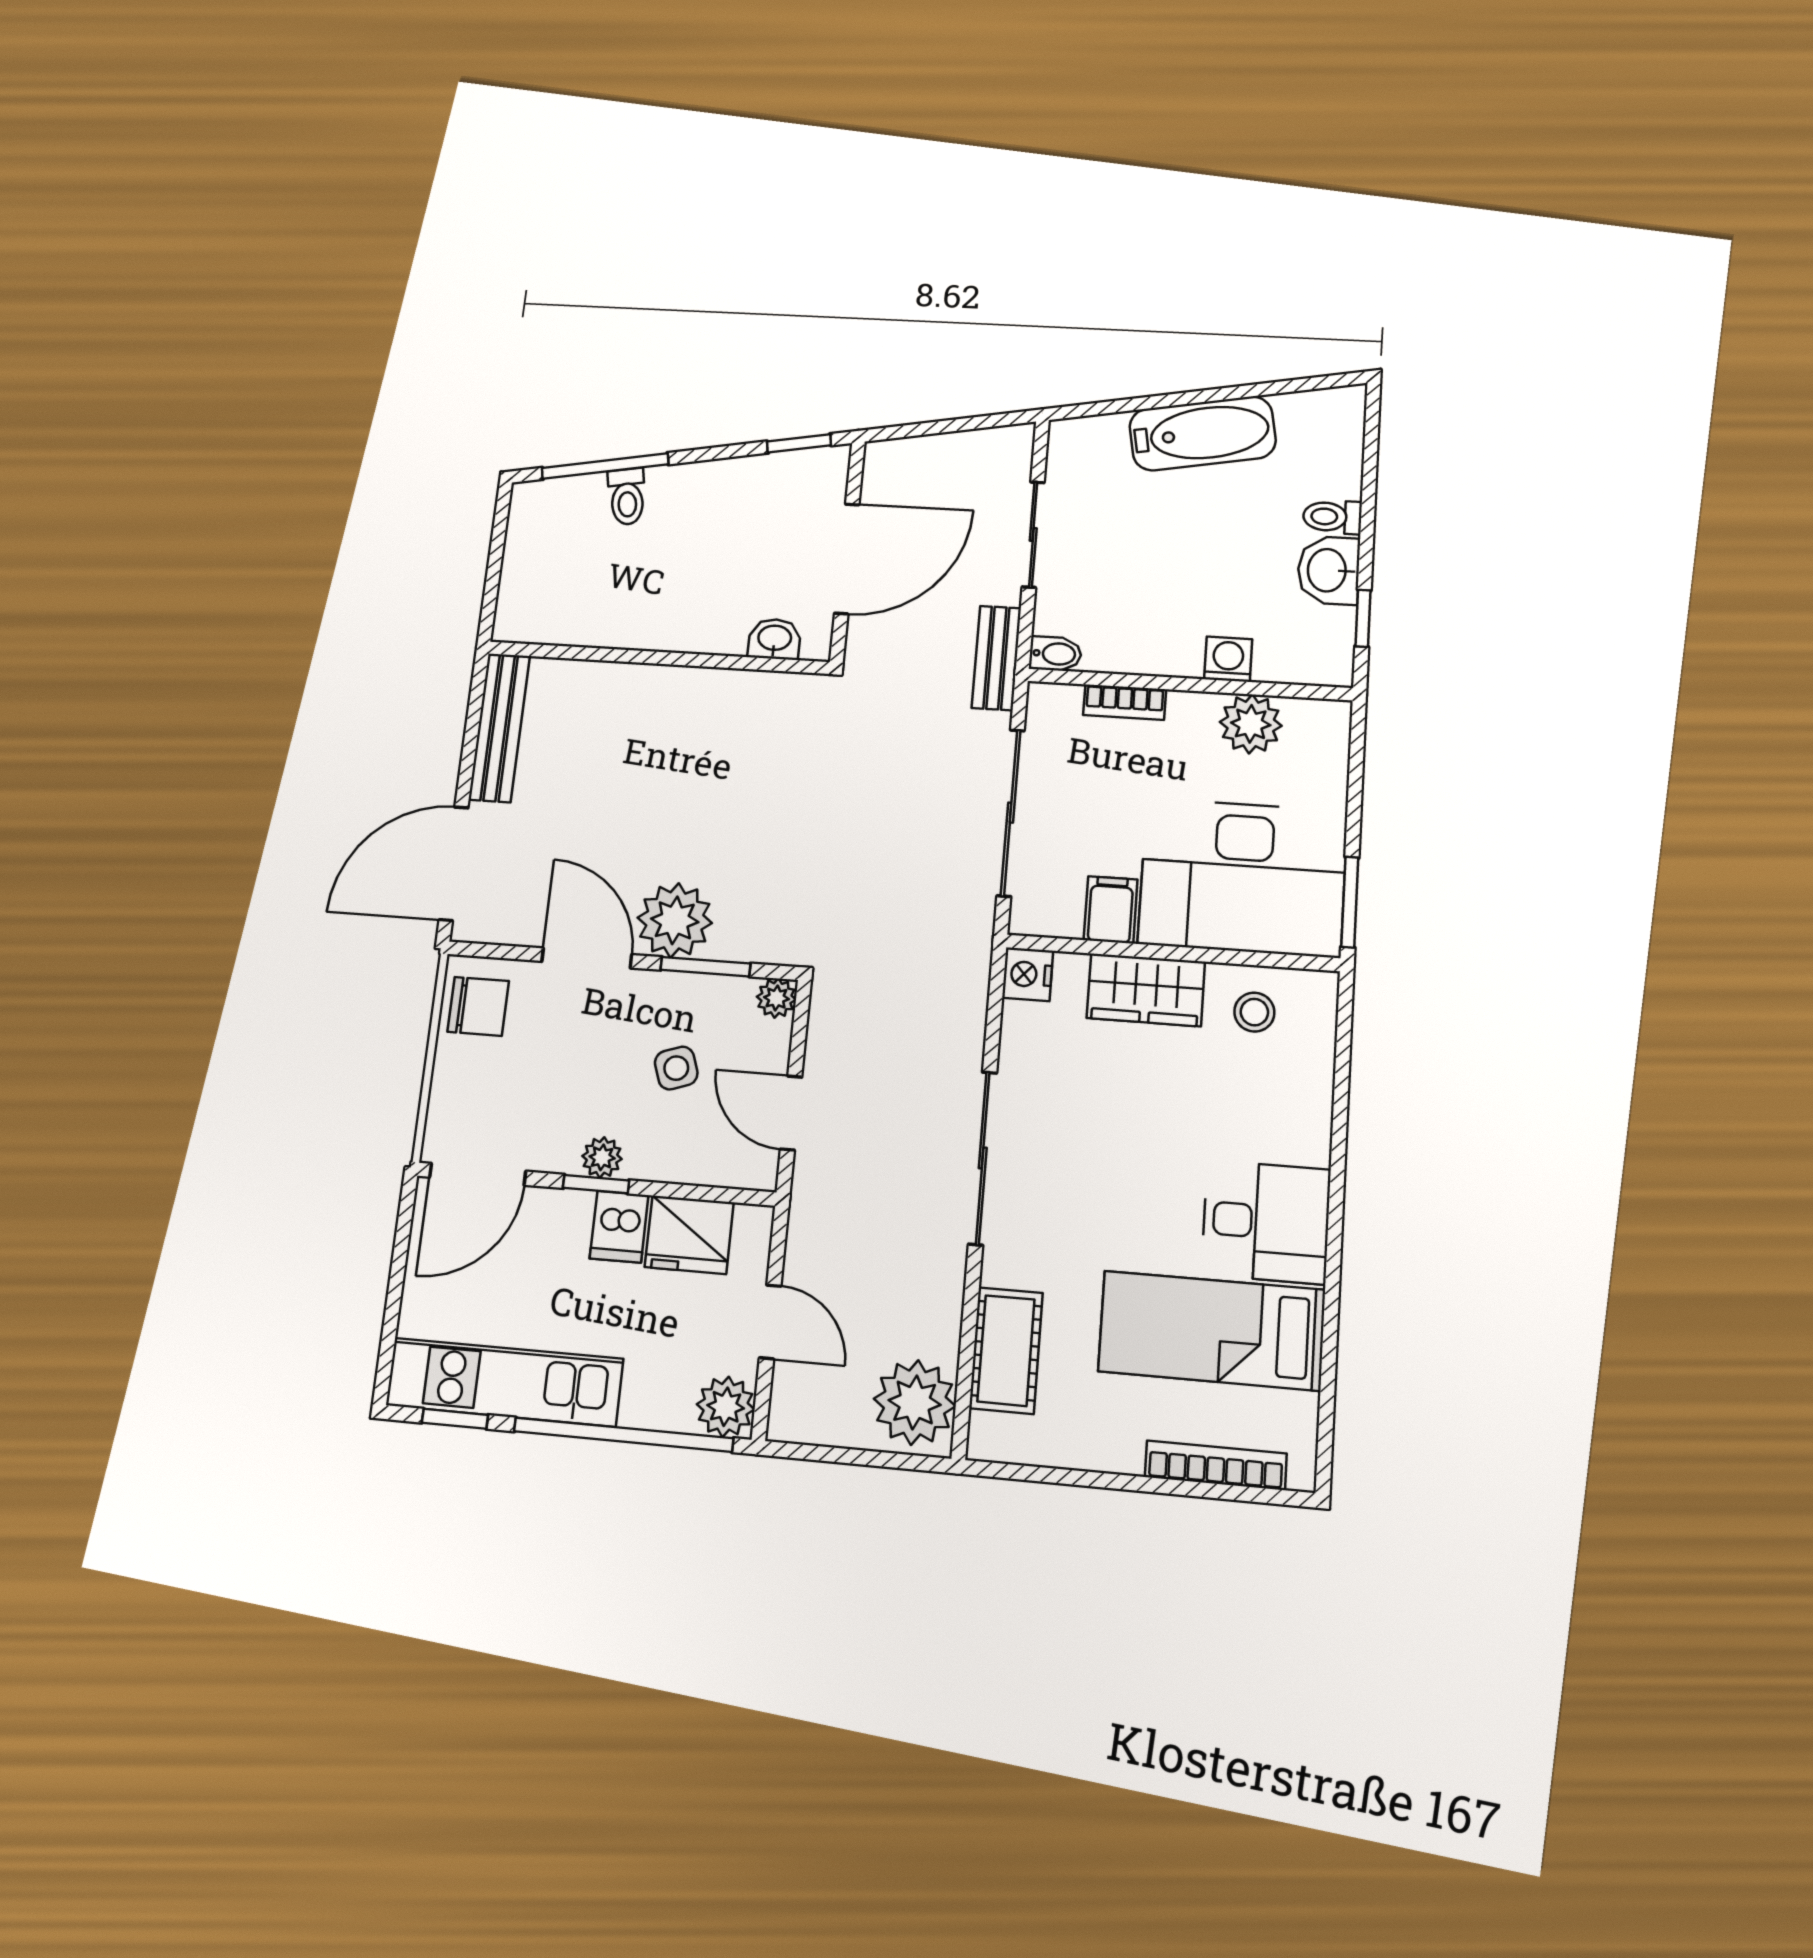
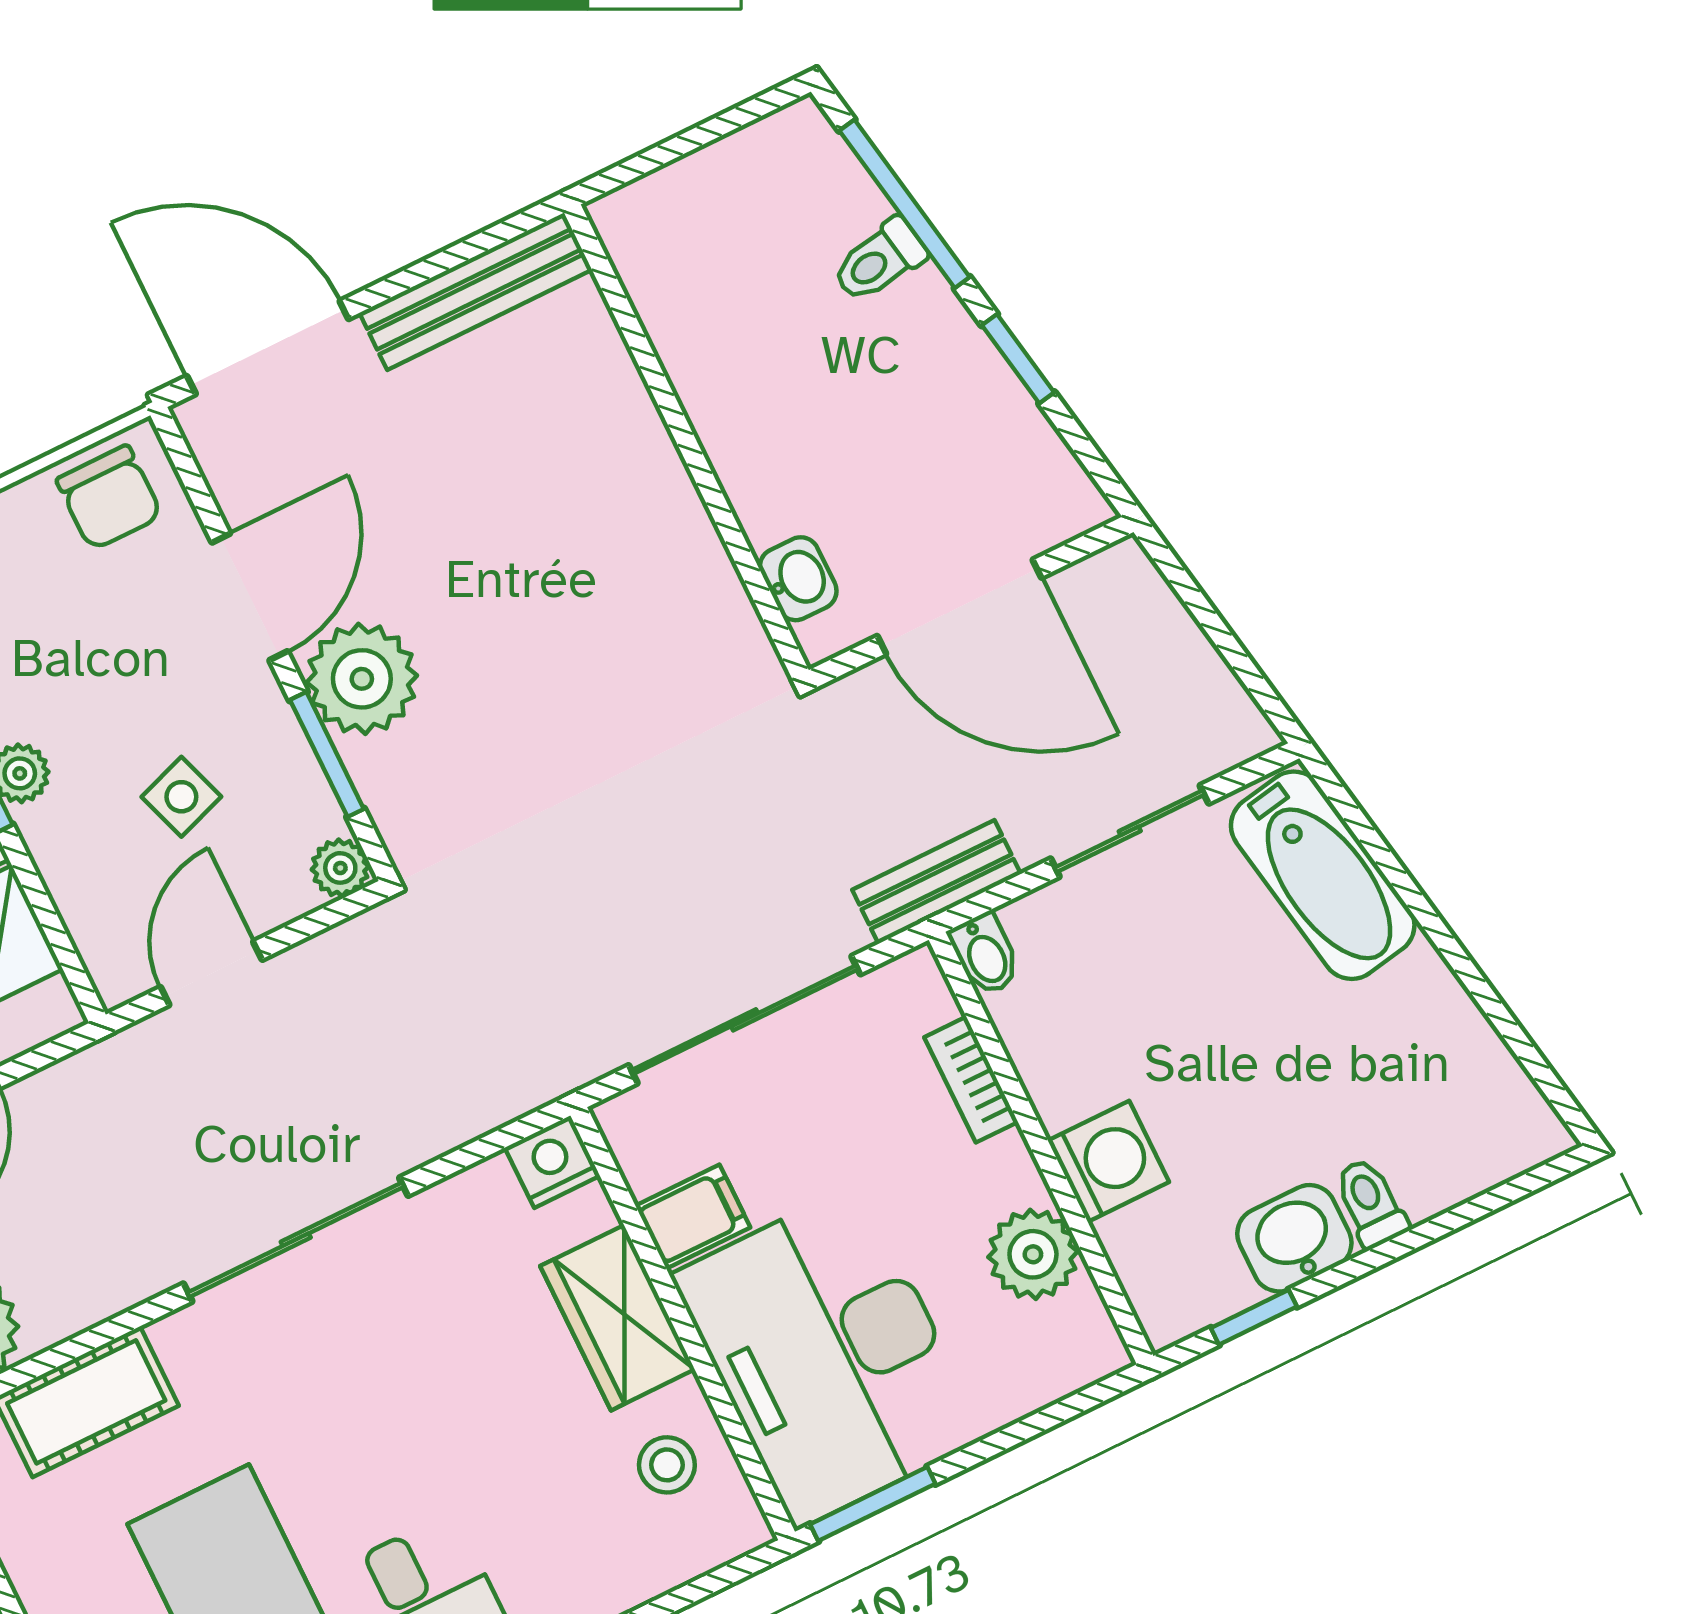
bathtub: (1202, 433) -> (1323, 875), moved
window: (799, 443) -> (1018, 359), moved
washing machine: (1228, 659) -> (1108, 1161), width x1.38, depth x1.38

